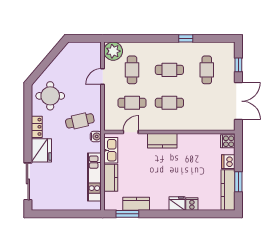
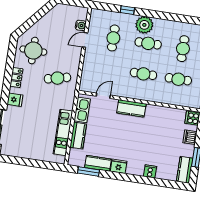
window: (186, 38) -> (127, 10), moved
plant: (113, 51) -> (144, 25), moved
cafe table: (132, 103) -> (178, 79), moved
water cooler: (96, 136) -> (81, 25), moved
fridge: (41, 150) -> (15, 100), width x0.53, depth x0.75
kitchen counter: (228, 190) -> (185, 170), width x0.67
fridge: (177, 204) -> (119, 166), moved

